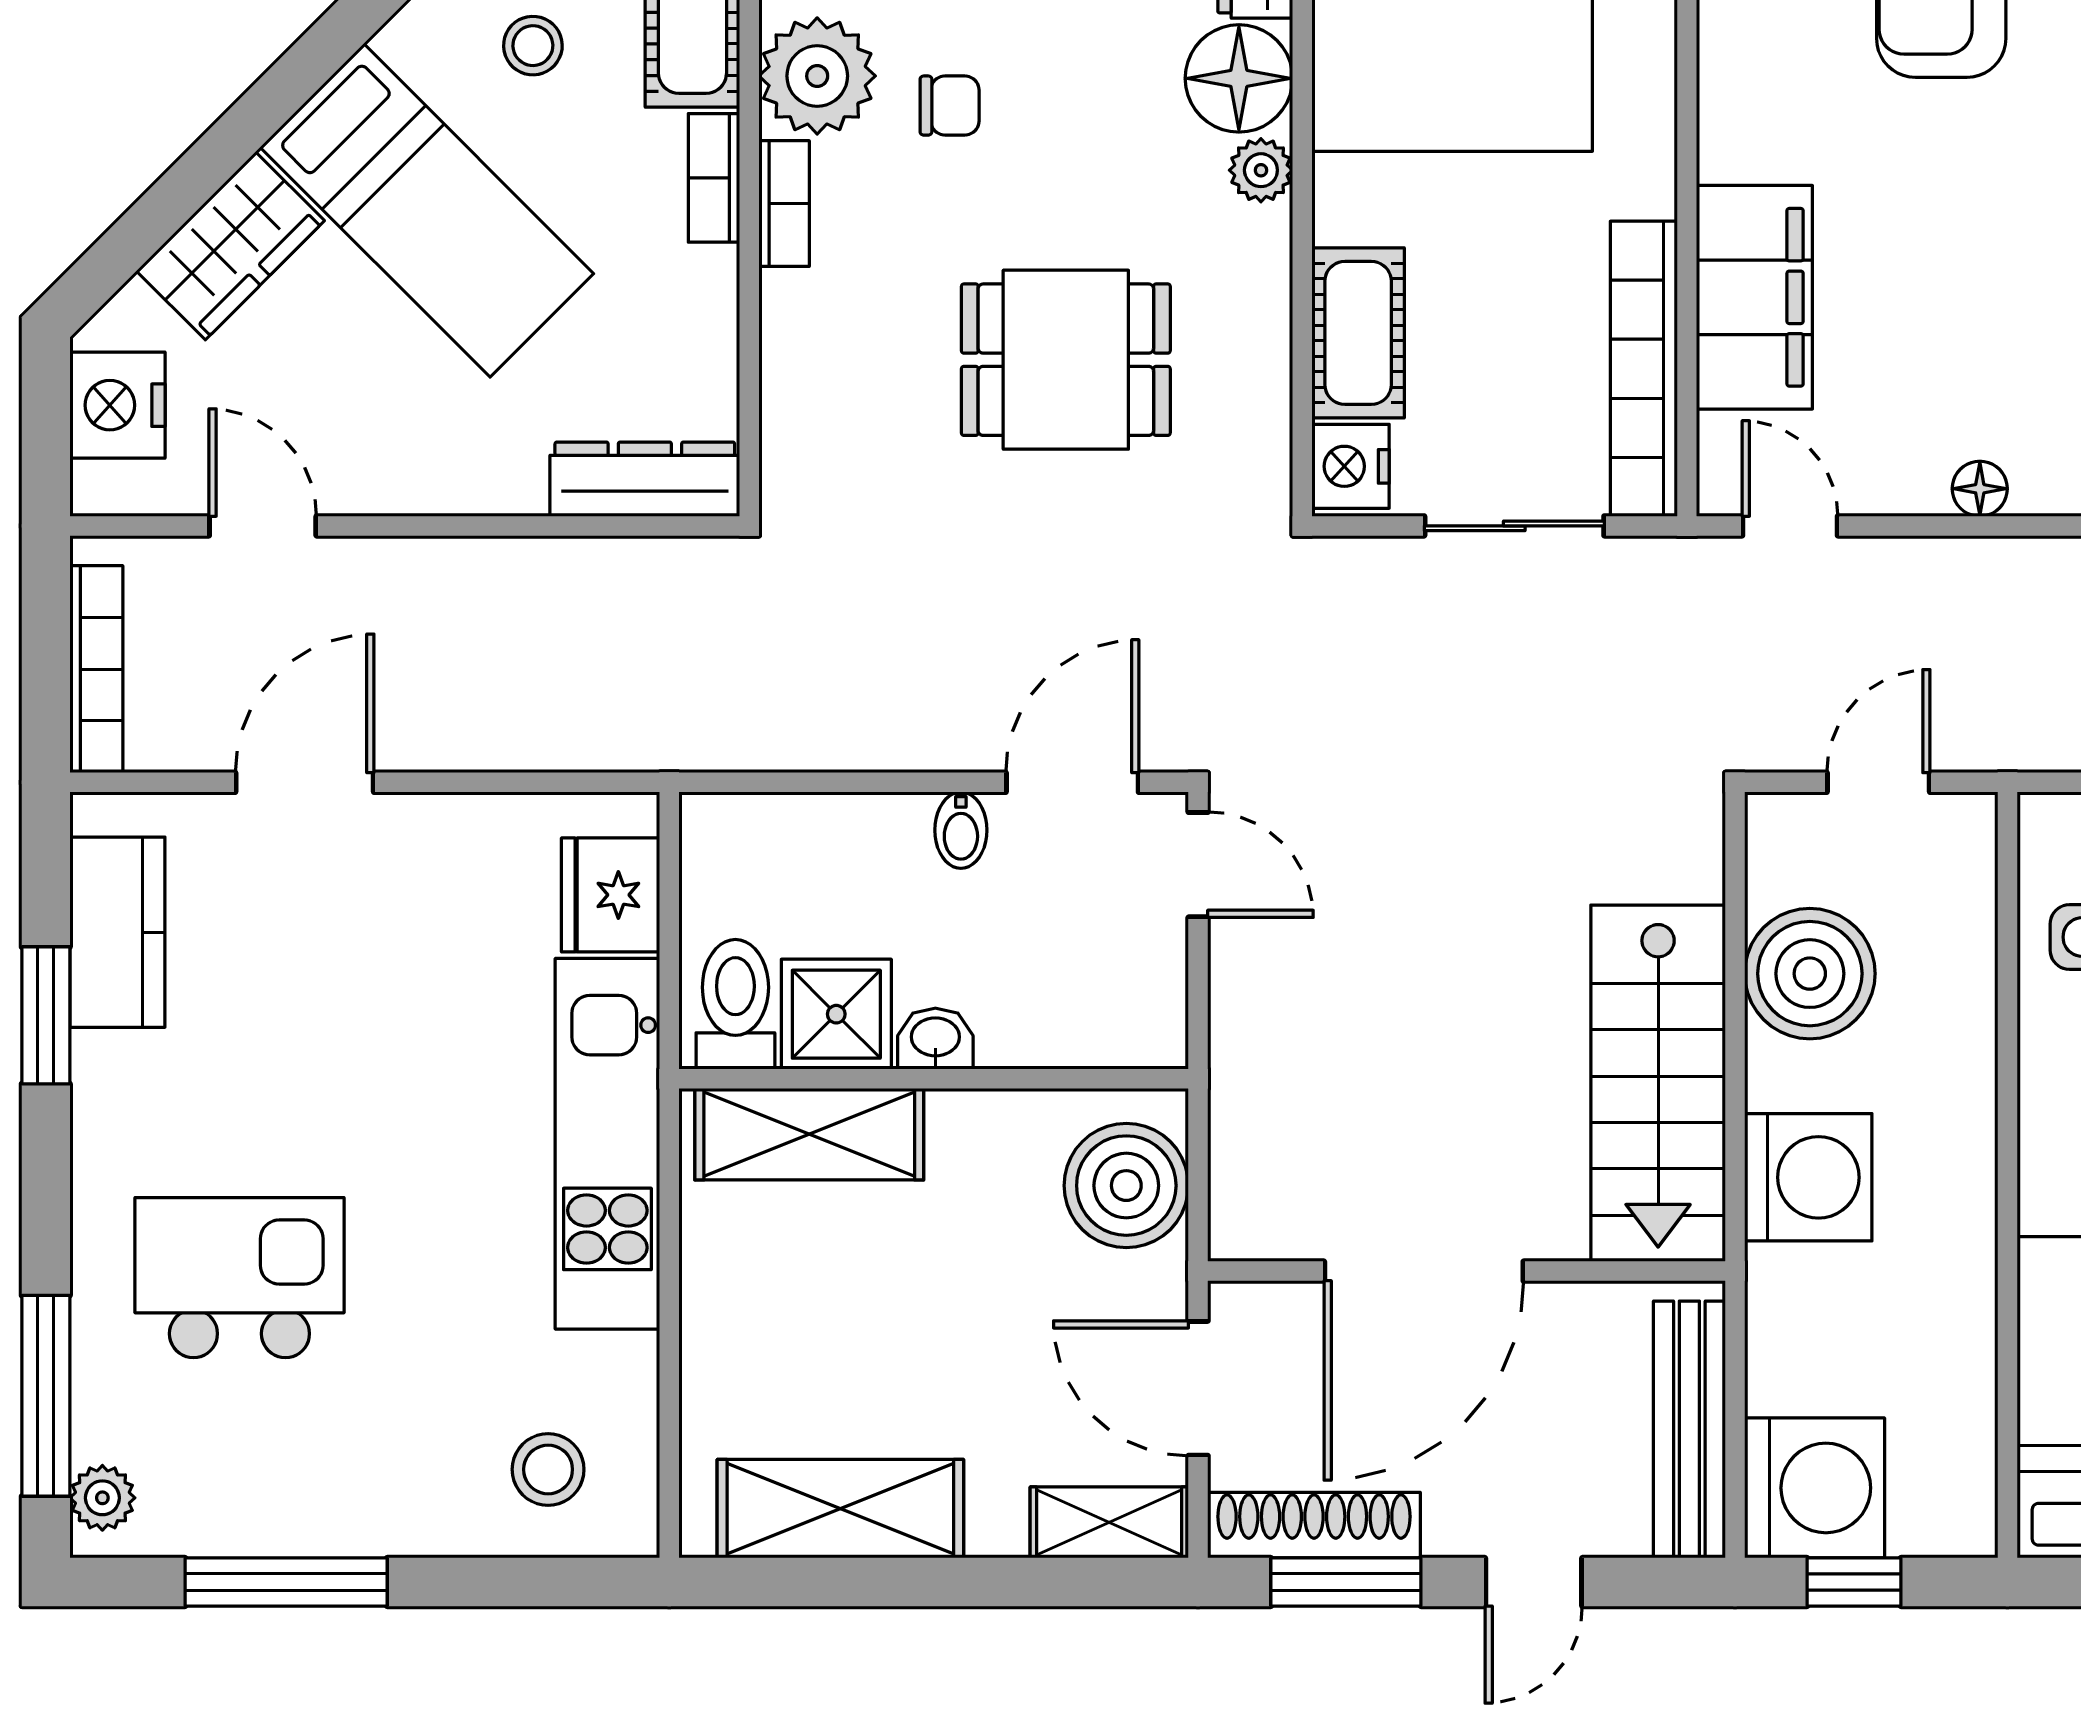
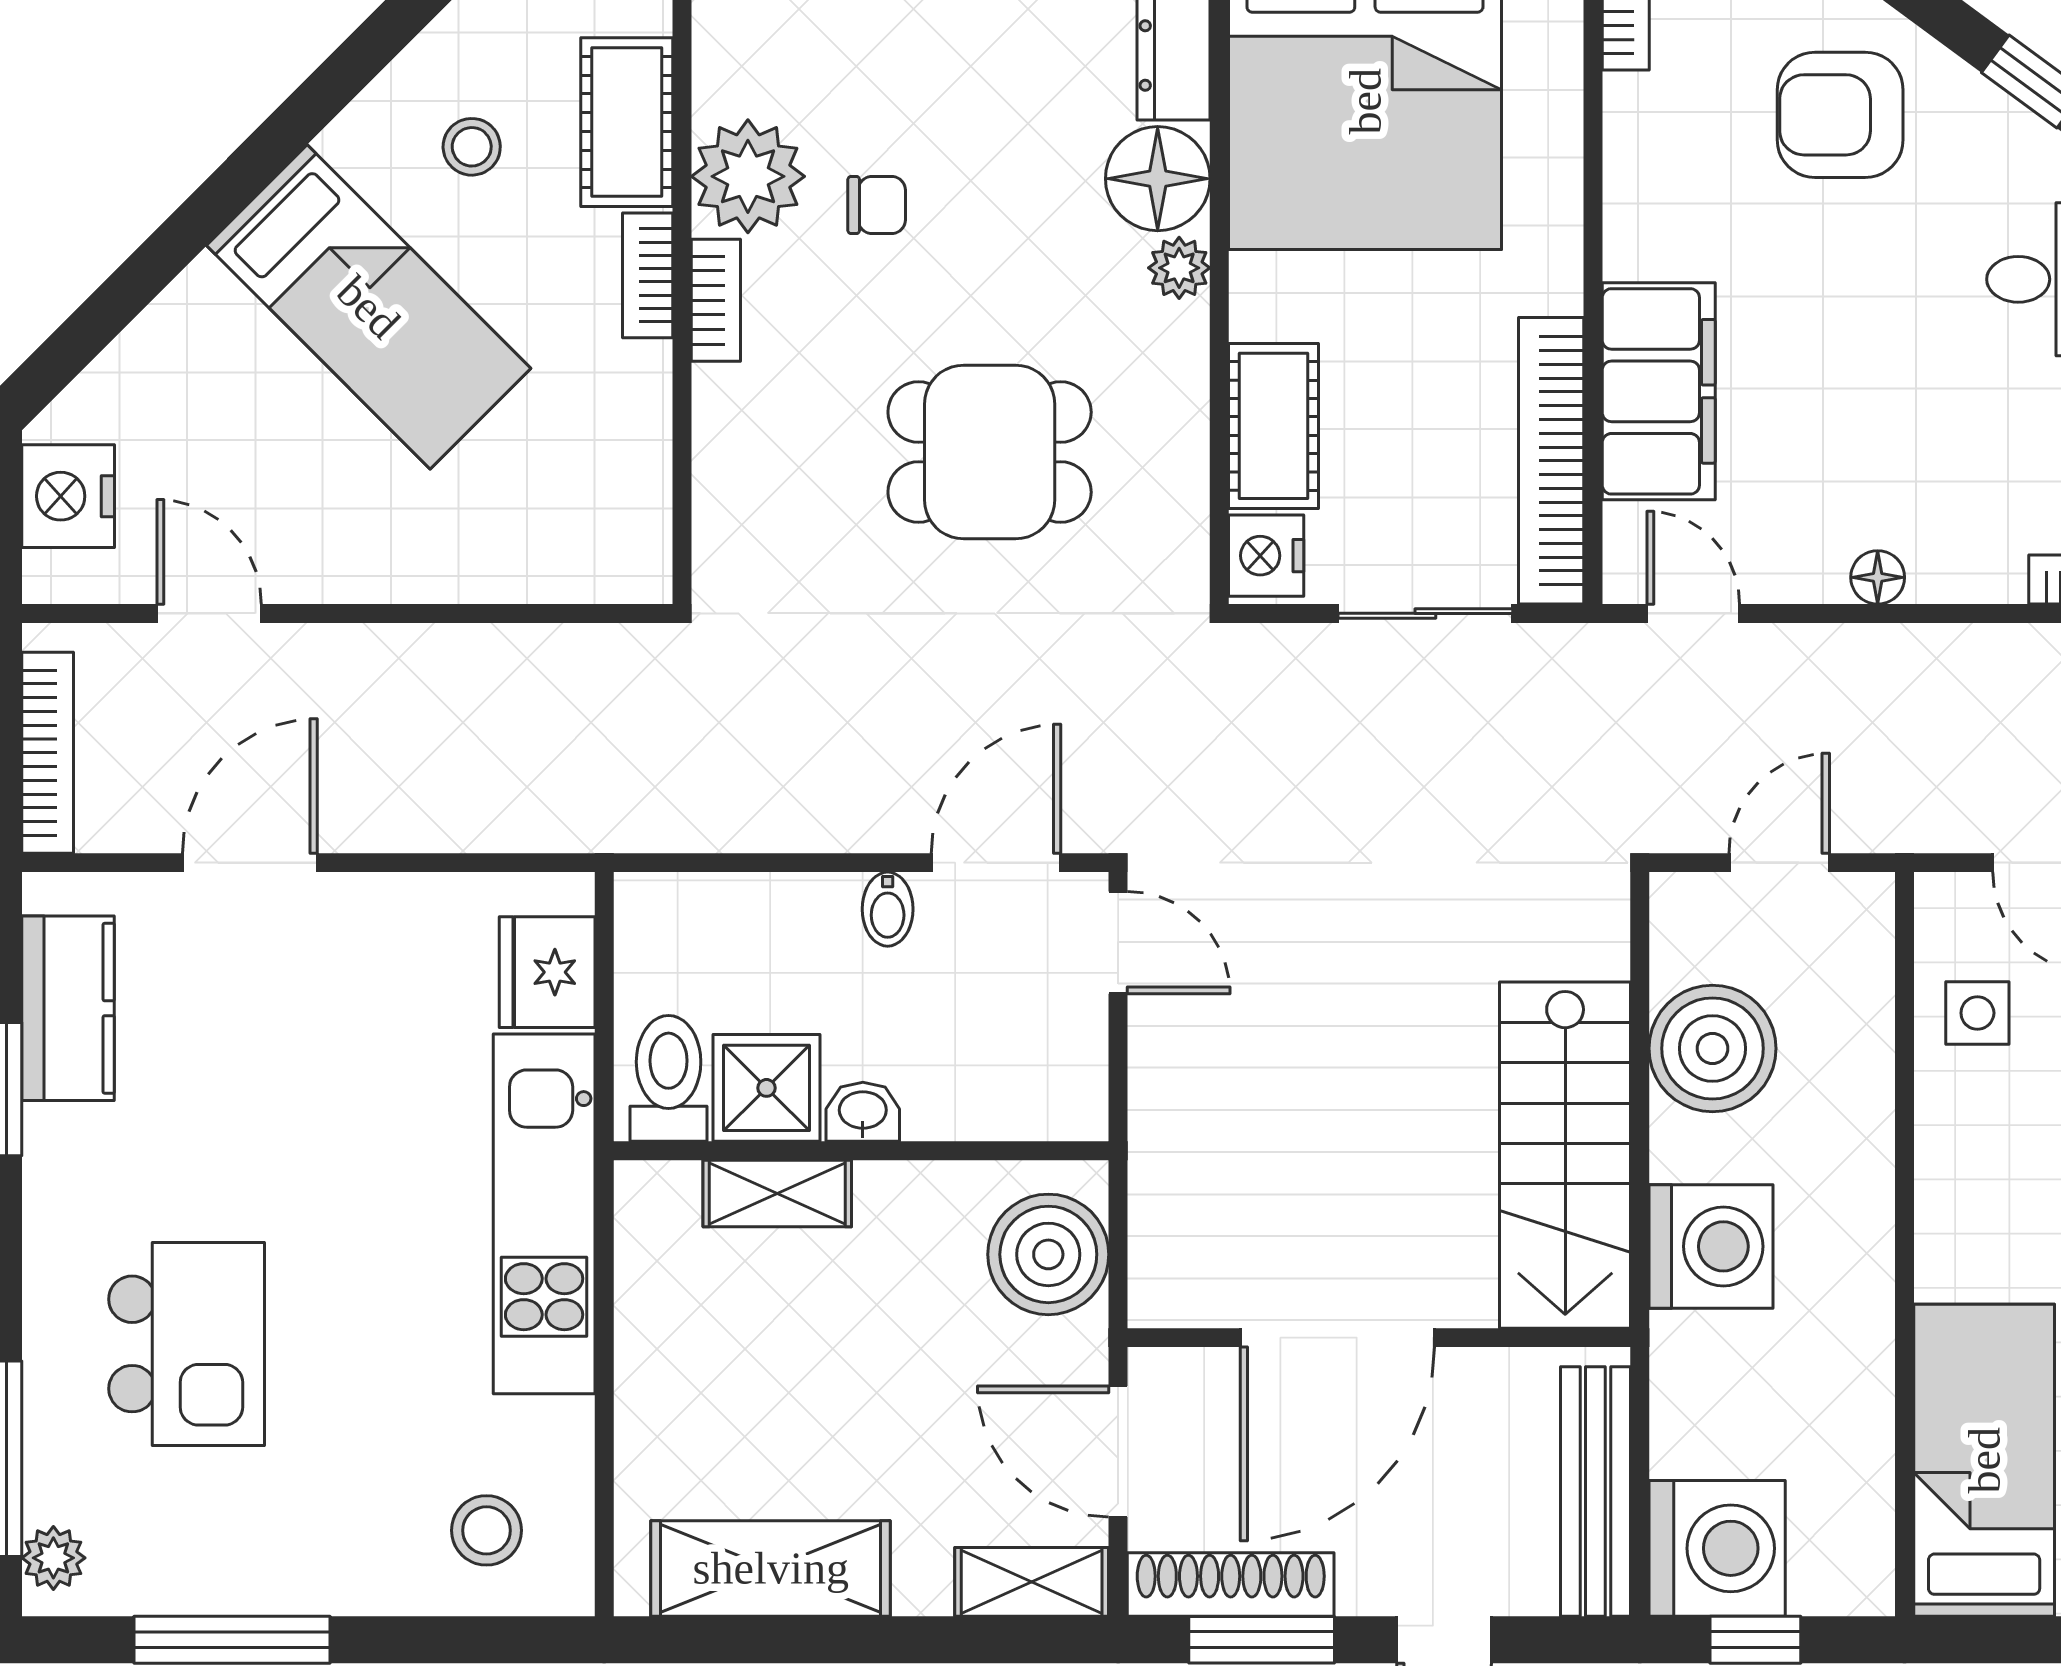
wardrobe: (230, 246) -> (178, 341), removed
dresser: (645, 479) -> (580, 568), removed
shelving: (809, 1134) -> (777, 1193), width x0.67, depth x0.75
kitchen island: (239, 1278) -> (187, 1344), turned 90

